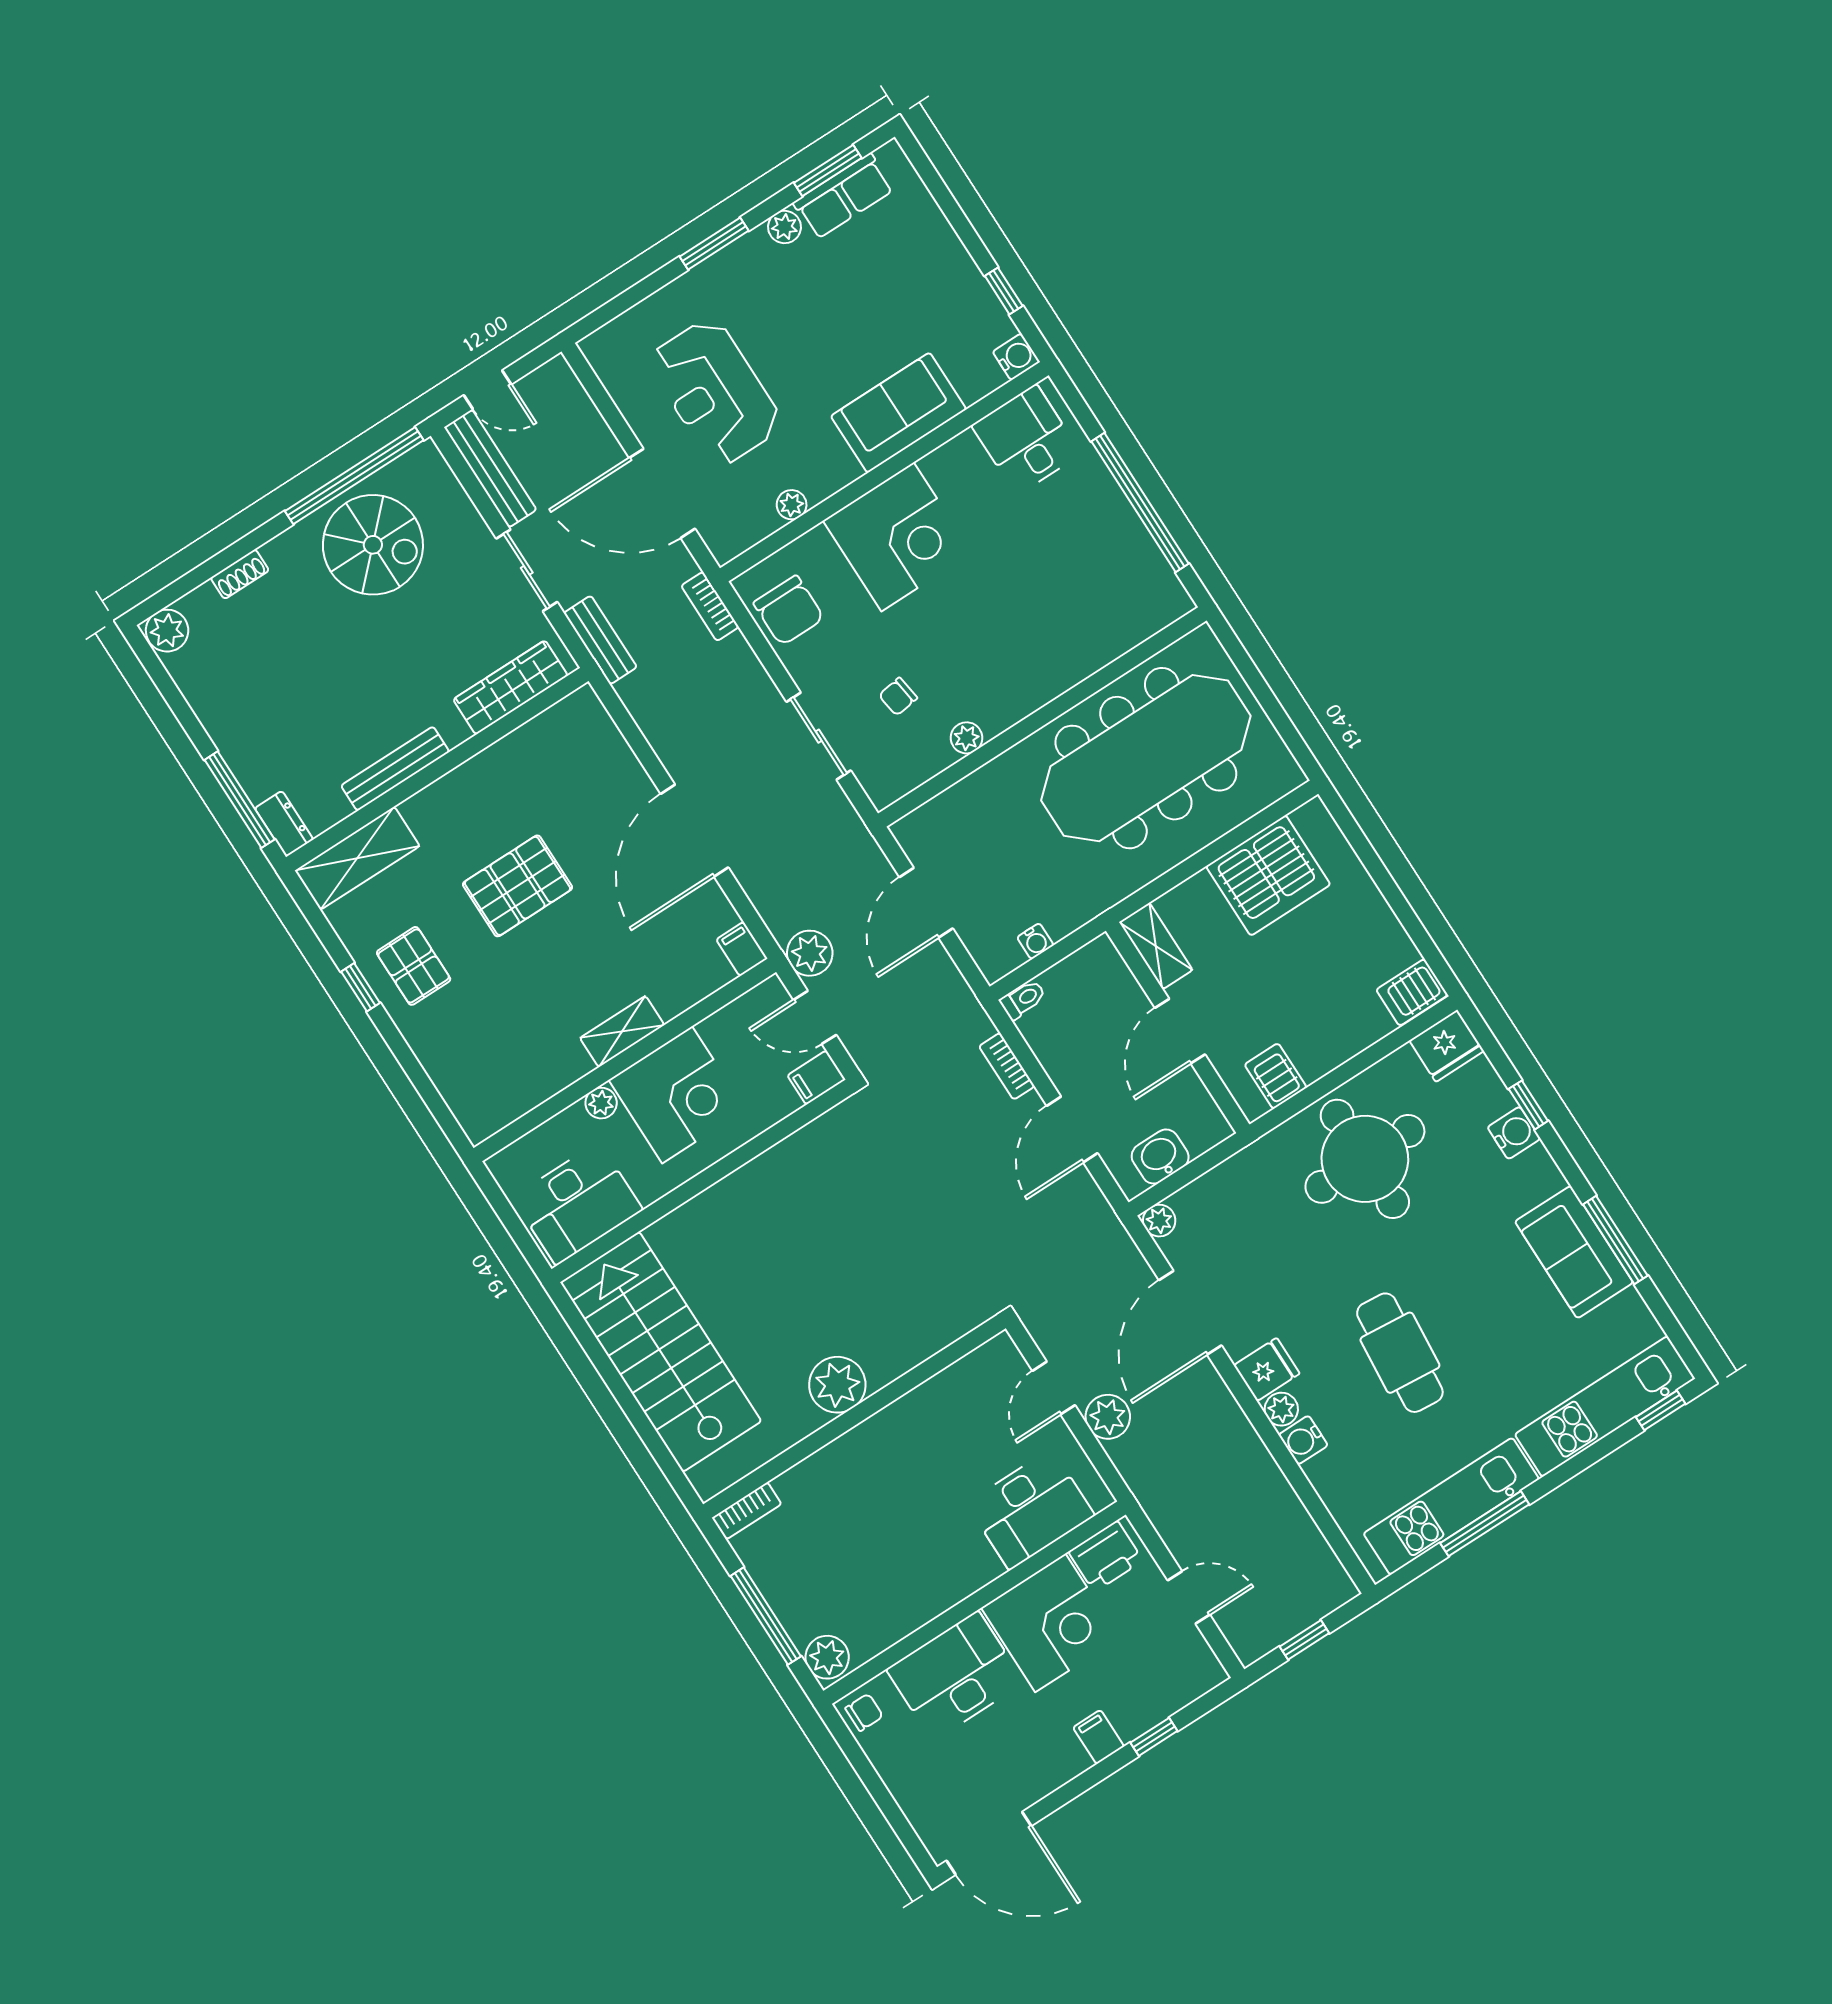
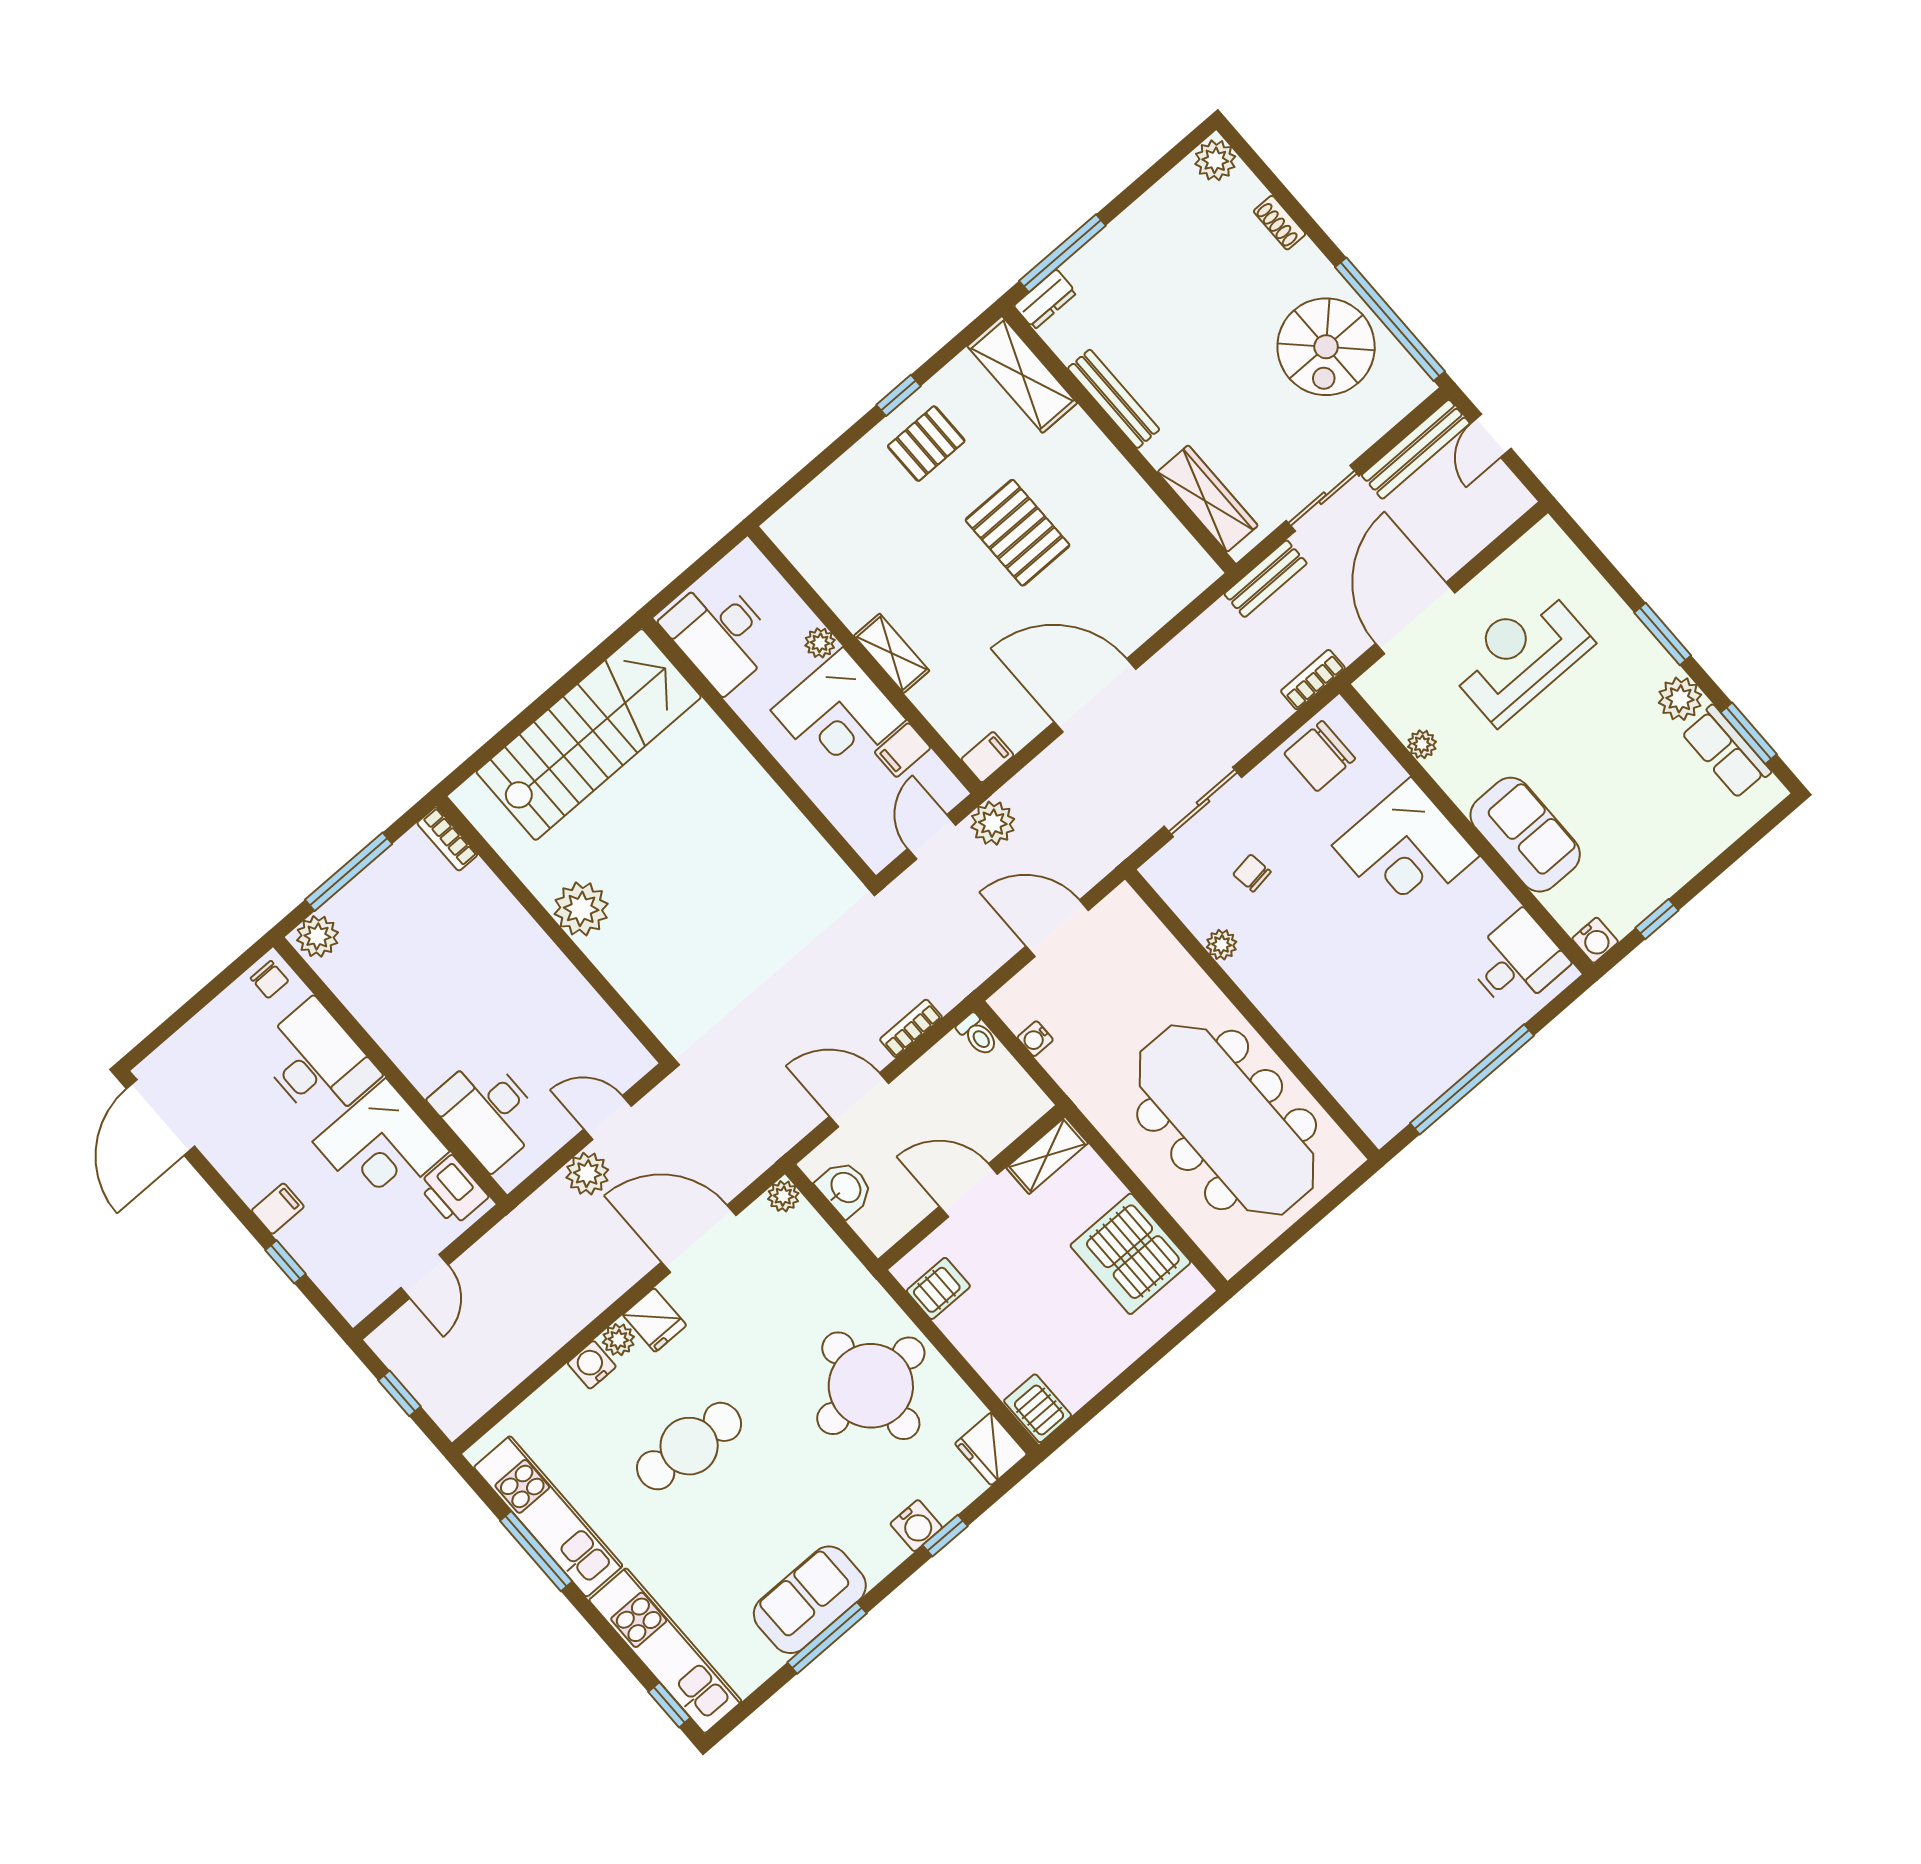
plant: (785, 227) -> (1680, 699), width x1.38, depth x1.38
filing cabinet: (816, 1078) -> (902, 750), moved, turned -90

